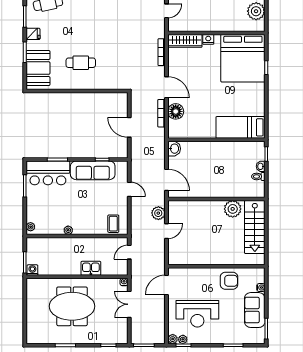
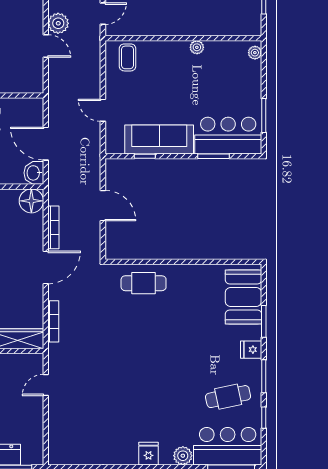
cafe table: (81, 63) -> (144, 283), moved
door: (166, 87) -> (46, 267), swing flipped
floor lamp: (176, 111) -> (31, 201), moved
door: (166, 180) -> (46, 144), moved
plant: (158, 213) -> (58, 23), moved
door: (166, 231) -> (46, 46), swing flipped

